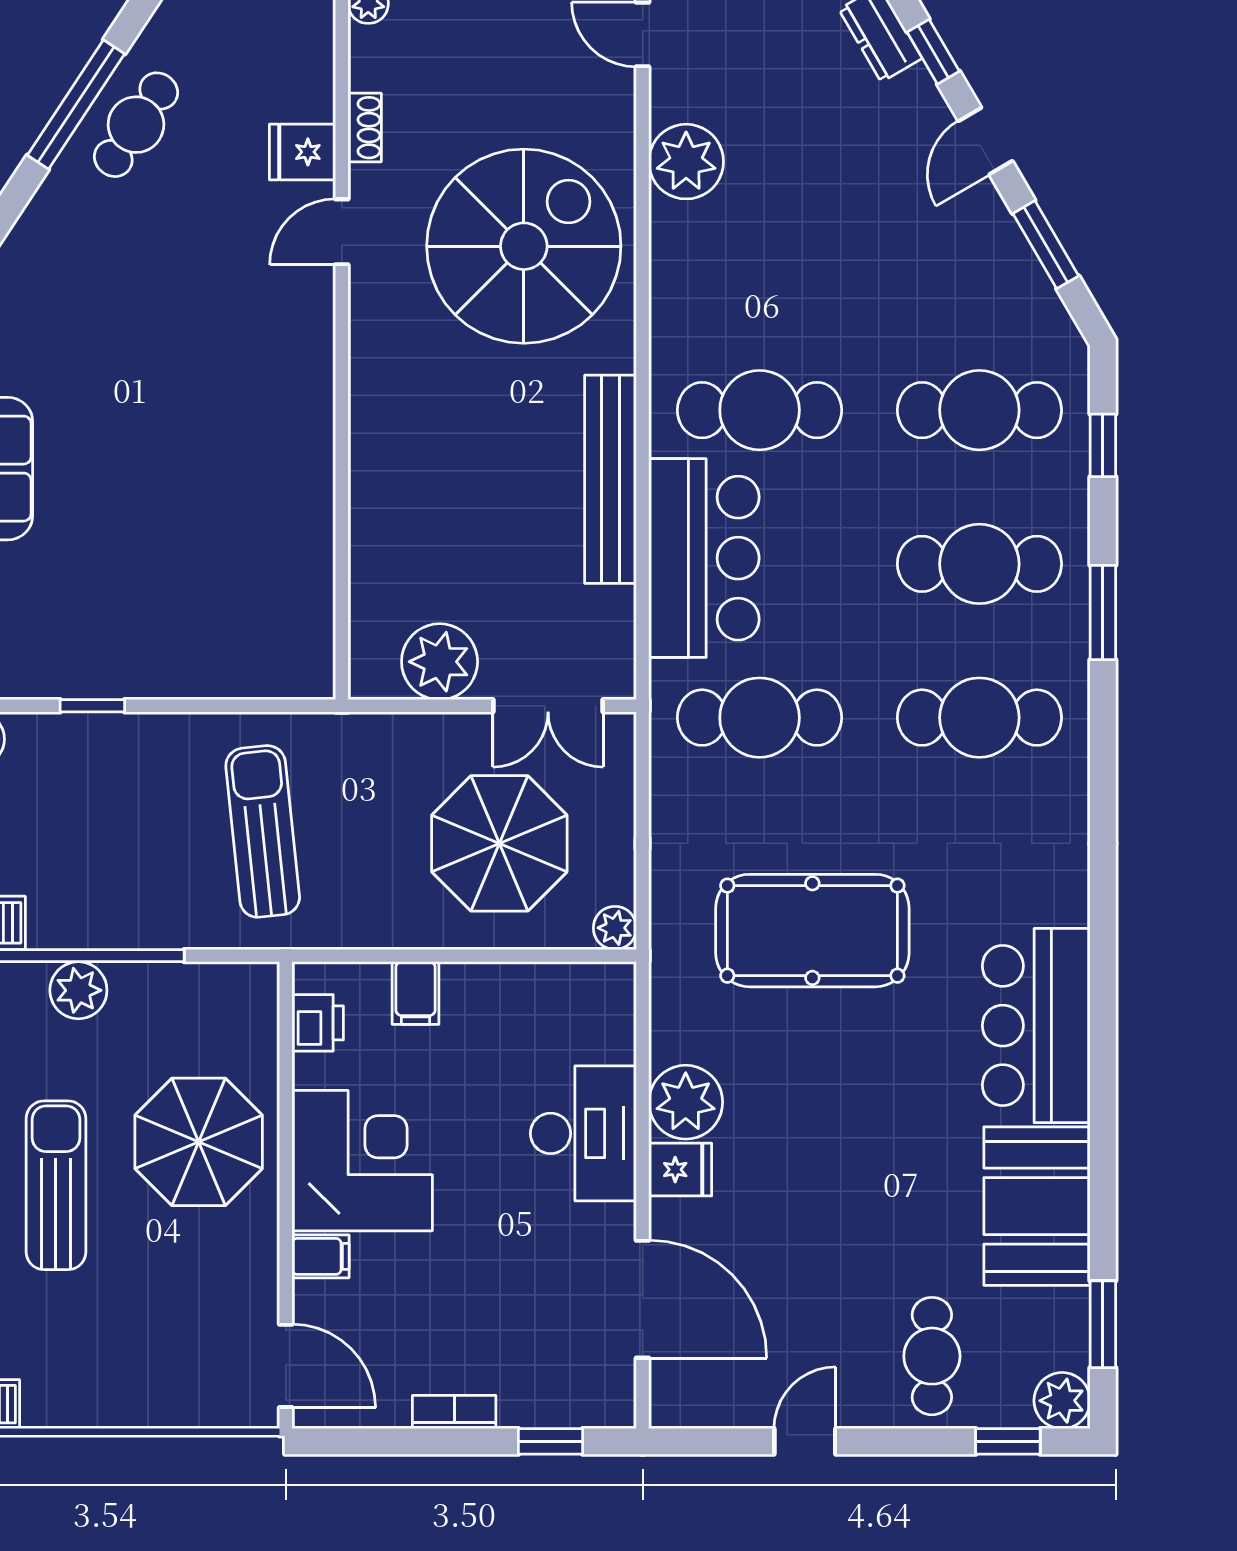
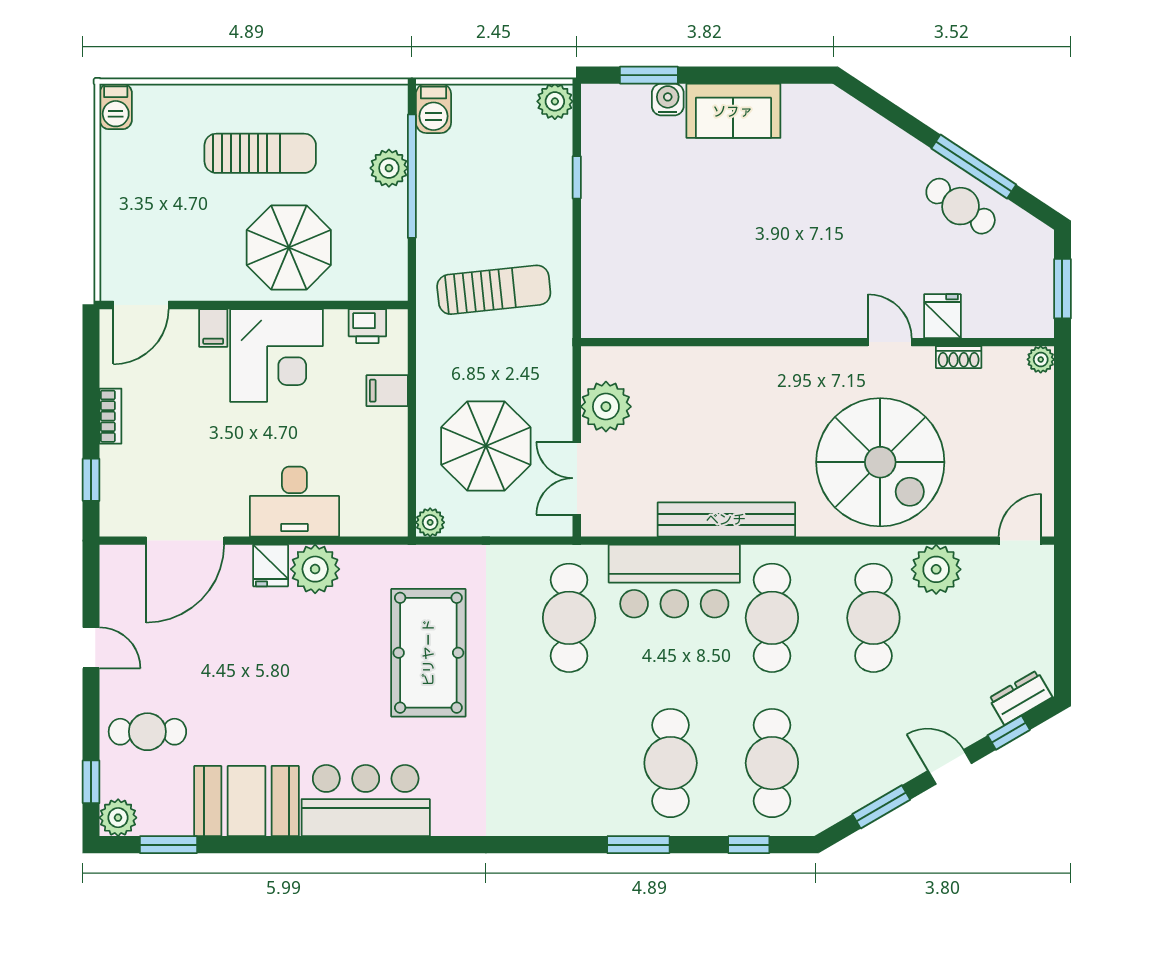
cafe table: (979, 718) -> (873, 618), moved

